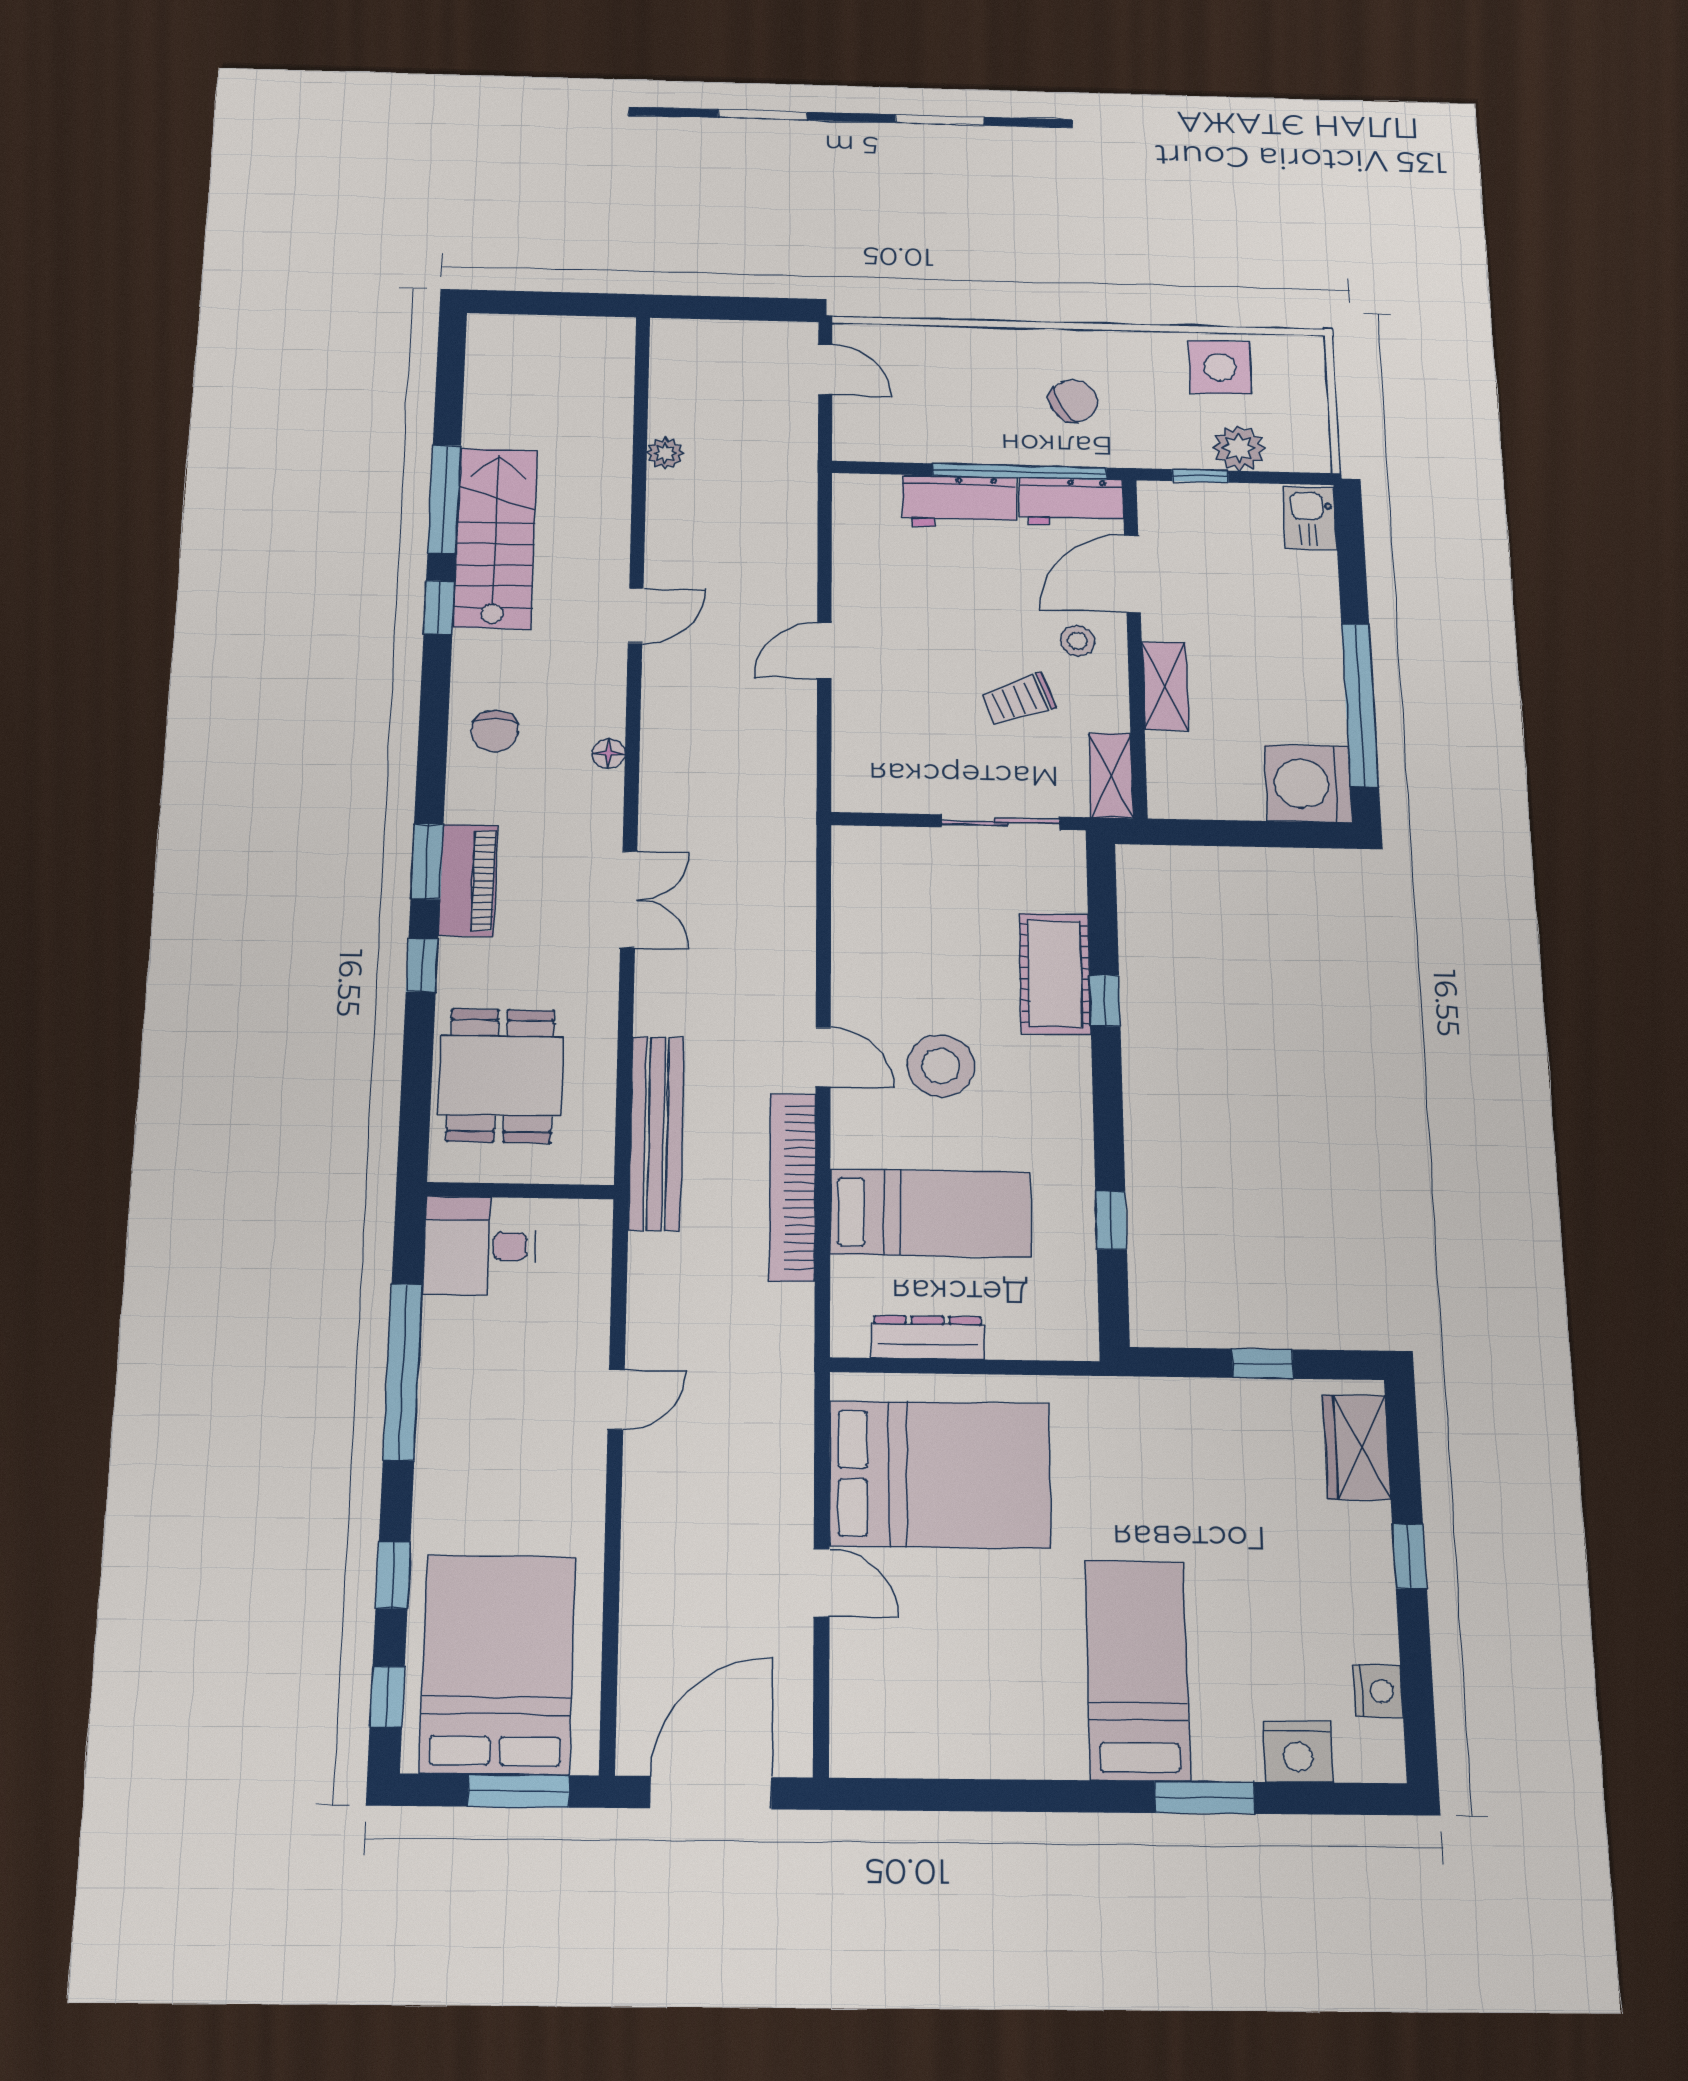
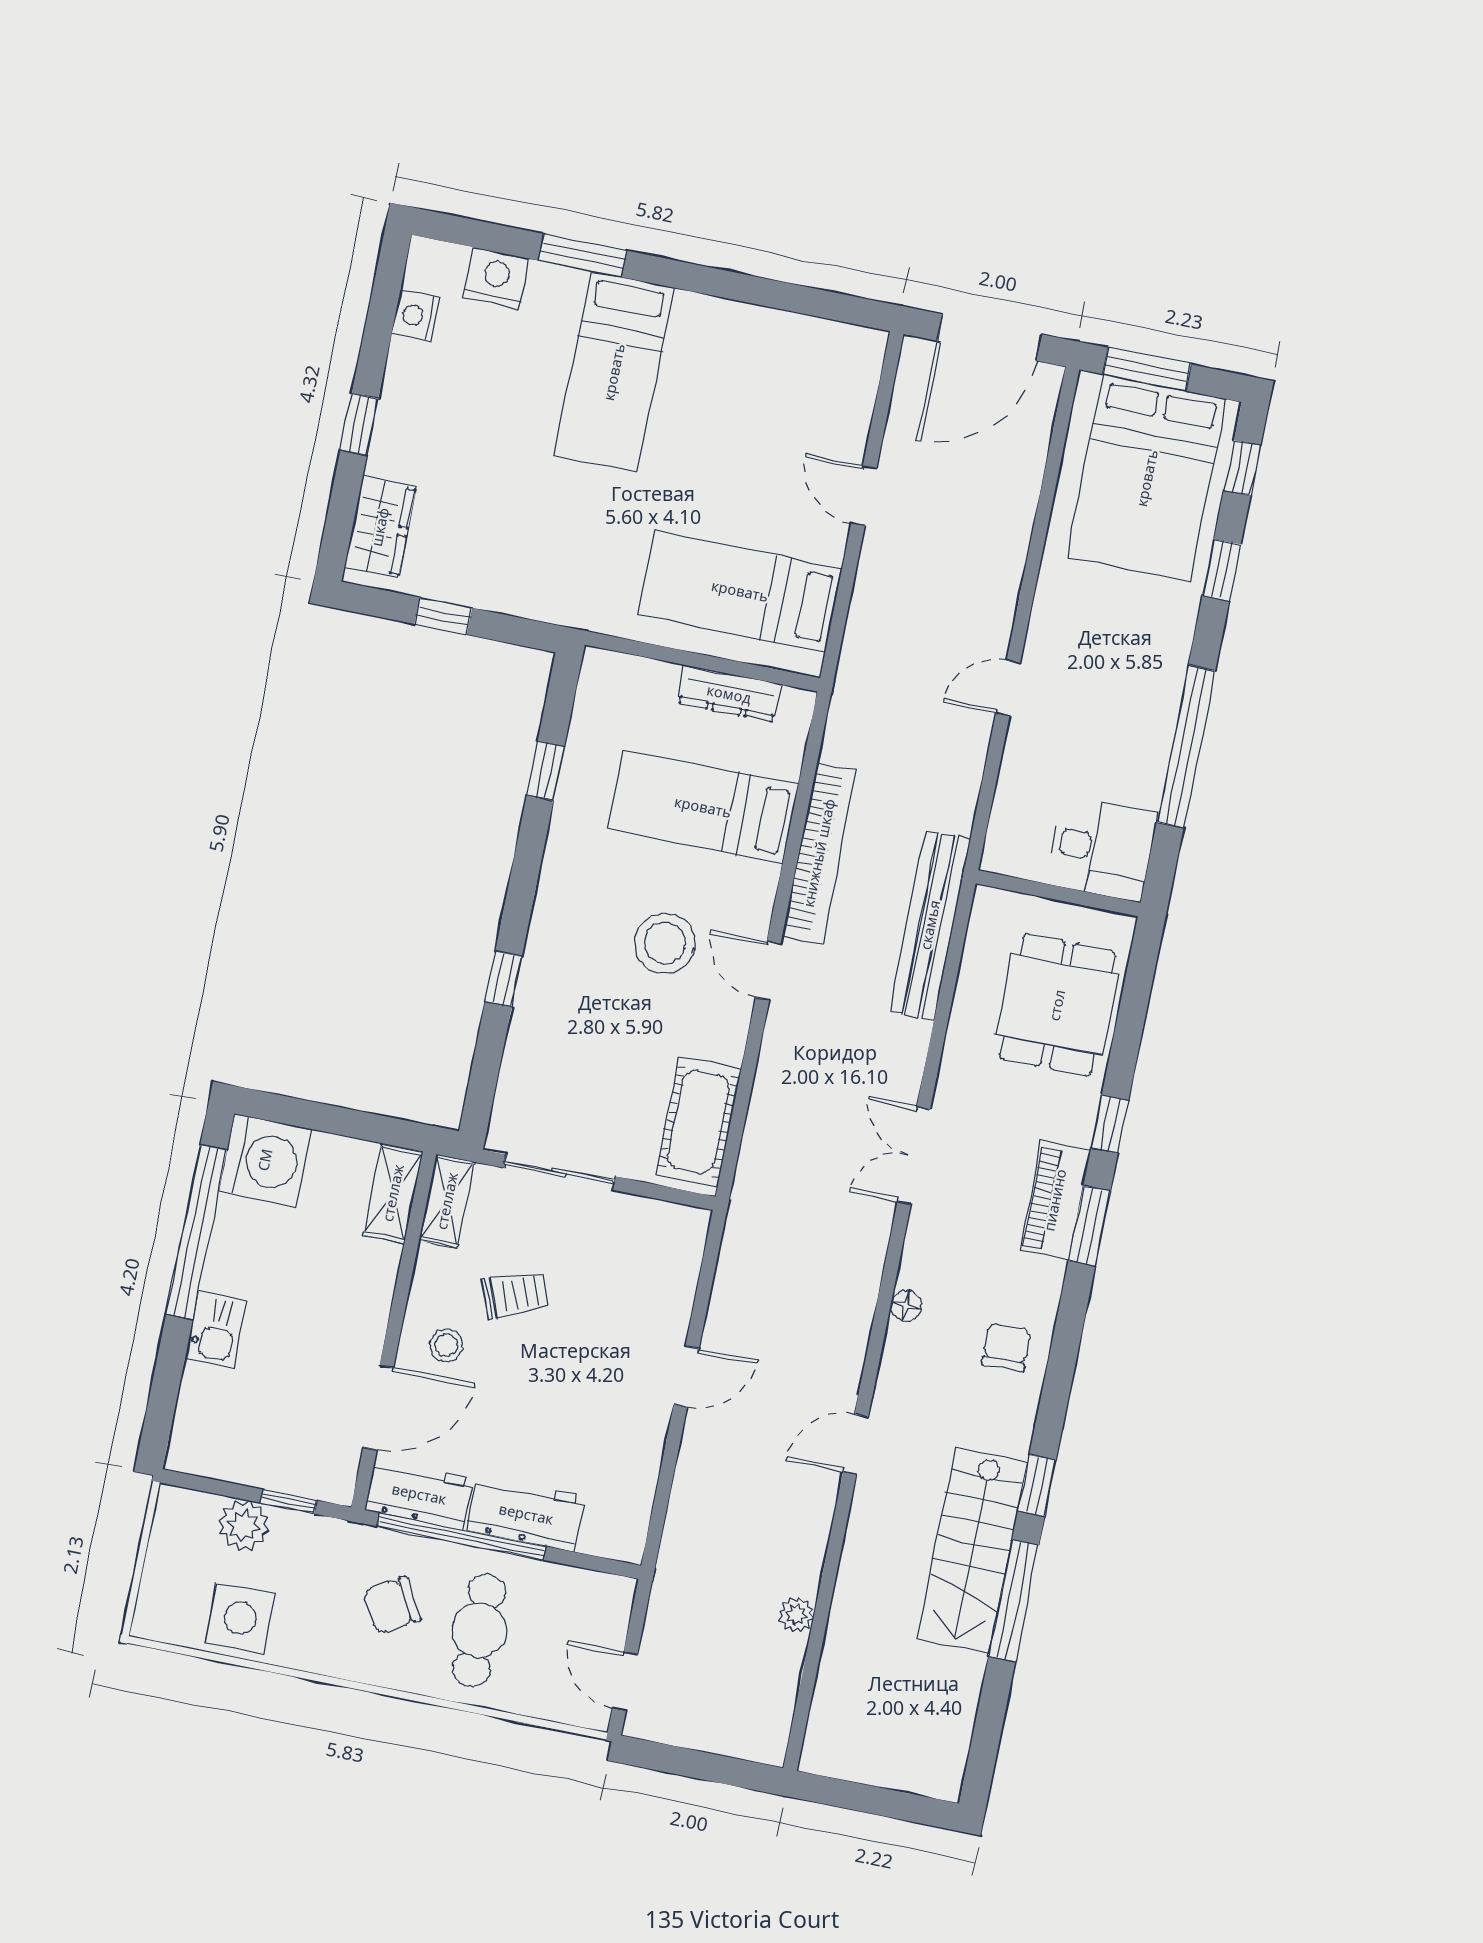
cafe table: (981, 392) -> (479, 1630), added
kitchen sink: (1310, 518) -> (216, 1330), moved
shelving: (1165, 686) -> (393, 1193), moved
cot: (1055, 974) -> (698, 1122), moved
bed: (940, 1474) -> (740, 591), width x0.67

